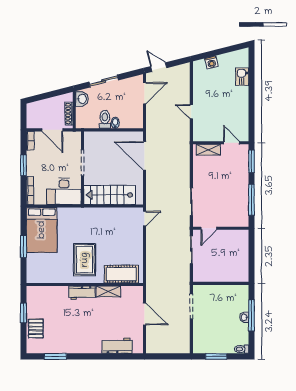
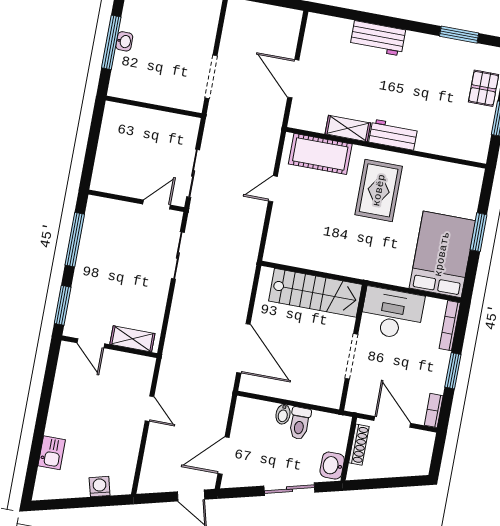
door: (145, 219) -> (273, 189), moved
workbench: (117, 346) -> (378, 38), moved

